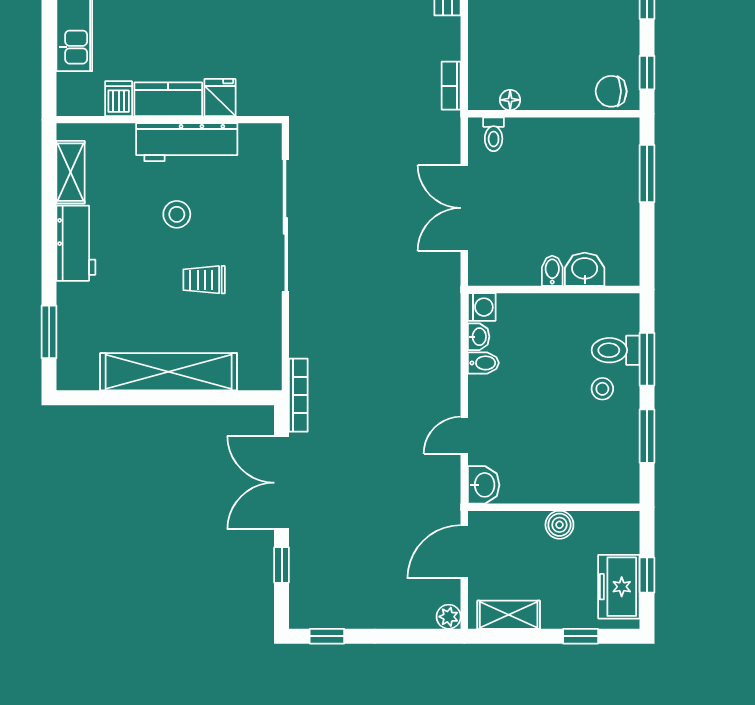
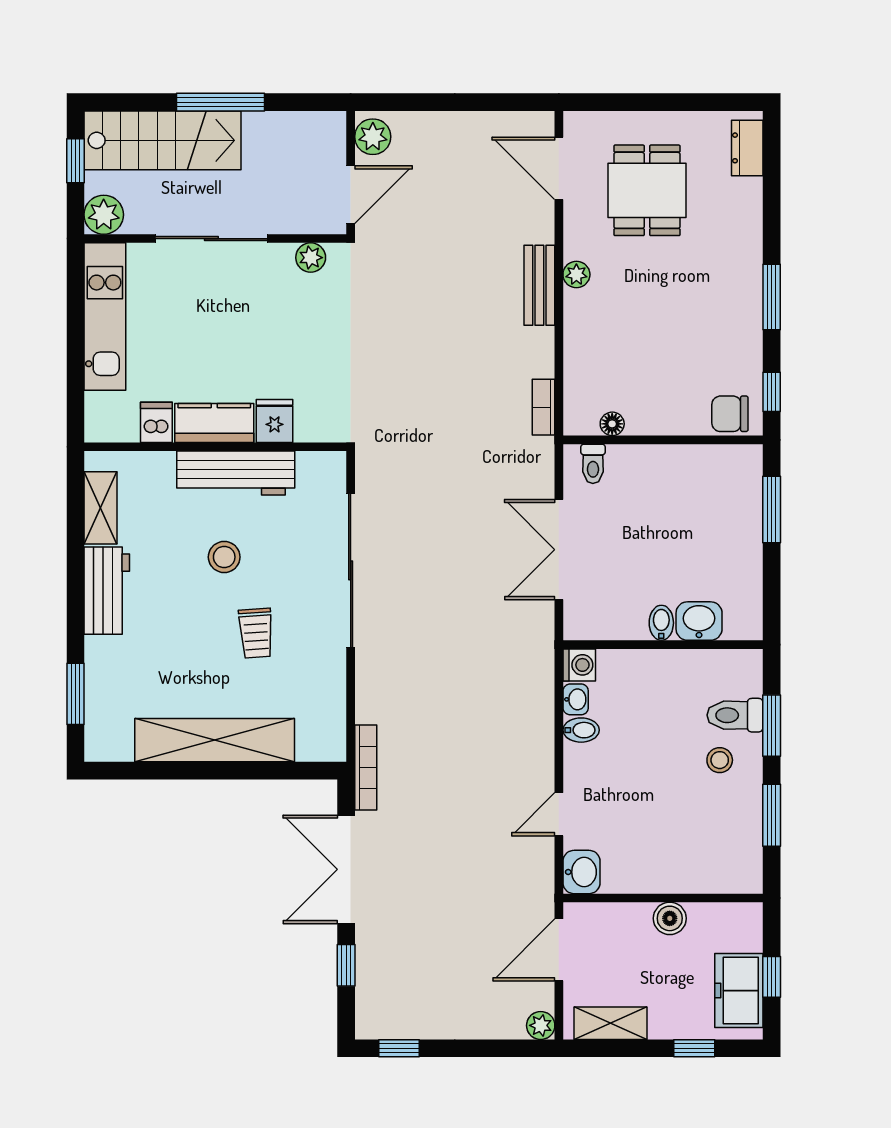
trolley: (204, 280) -> (256, 633), turned -94

